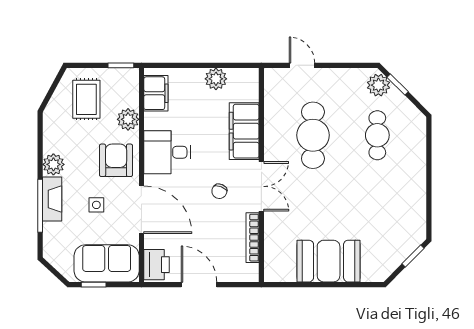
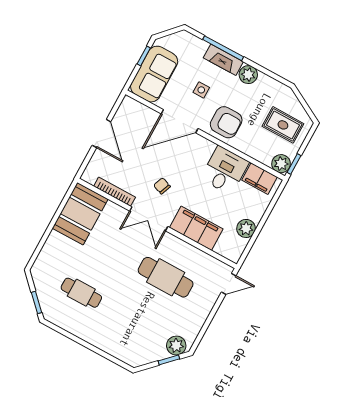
door: (302, 65) -> (229, 284), moved
plant: (128, 119) -> (281, 164), moved
cafe table: (377, 135) -> (81, 293), moved
desk: (167, 152) -> (225, 170), moved
booth: (329, 261) -> (80, 214), moved
printer: (157, 265) -> (133, 110), removed
door: (199, 285) -> (101, 133), hinge flipped

